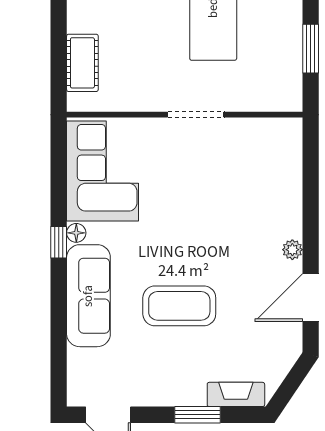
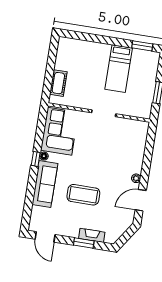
fireplace: (236, 394) -> (92, 235), moved

